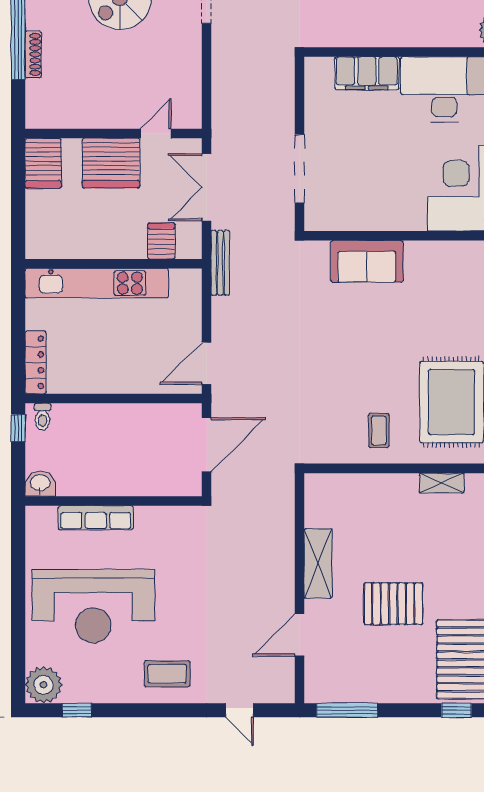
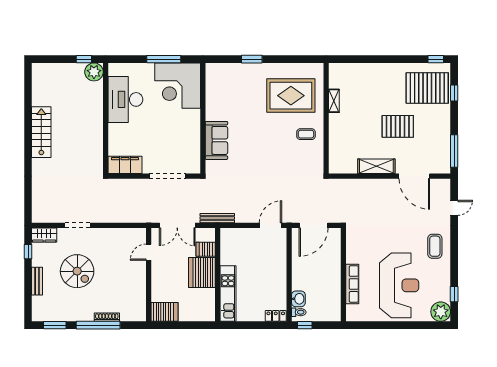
filing cabinet: (367, 73) -> (125, 165), moved, turned -90
door: (156, 133) -> (149, 252), hinge flipped
server rack: (111, 163) -> (202, 273), moved, turned 180
kitchen unit: (97, 283) -> (228, 294), width x0.73
locker: (36, 362) -> (276, 316), width x0.66
door: (207, 363) -> (270, 225), swing flipped
door: (207, 445) -> (314, 225), swing flipped
washbasin: (40, 483) -> (298, 299), moved, turned 180
pallet: (393, 604) -> (398, 126), turned 90
door: (300, 635) -> (414, 176), width x1.36

